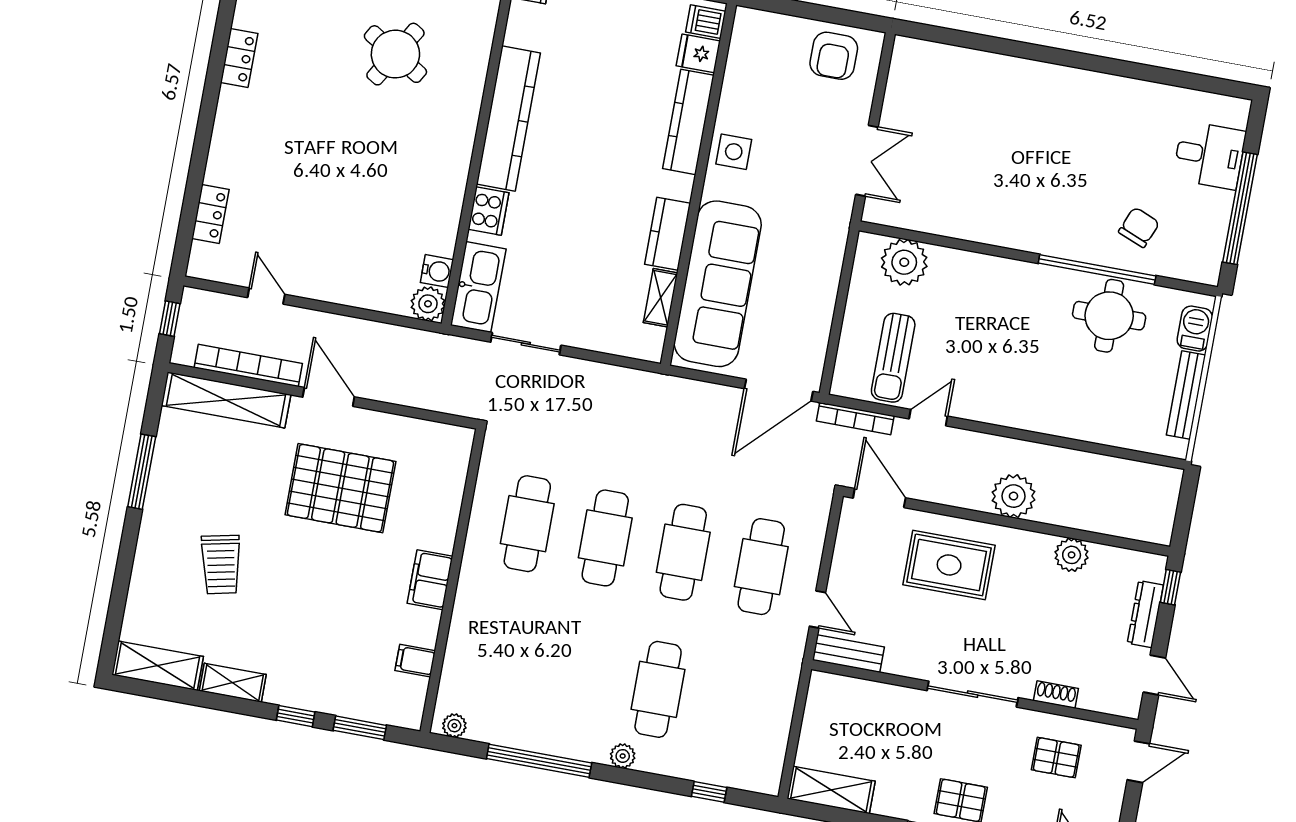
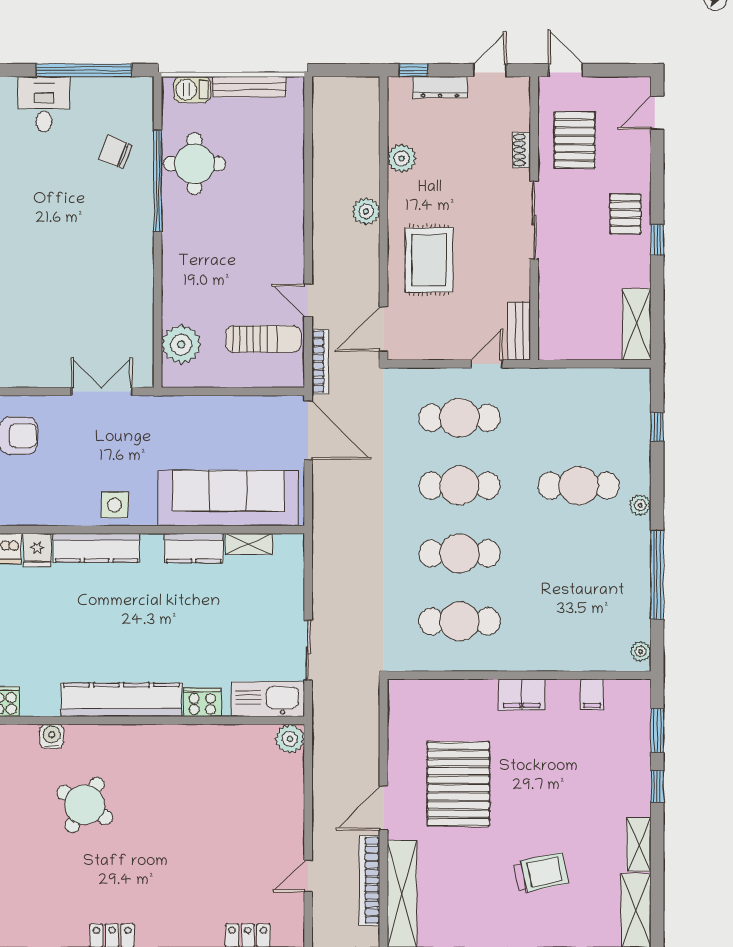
water cooler: (437, 271) -> (52, 736), moved
plant: (1013, 496) -> (366, 211), width x0.73, depth x0.73
pallet: (1056, 758) -> (575, 140), width x1.50, depth x1.42

